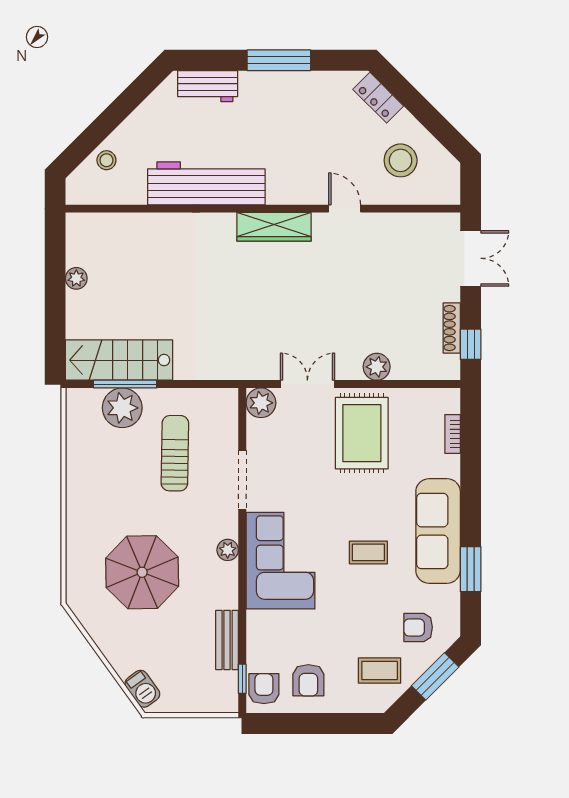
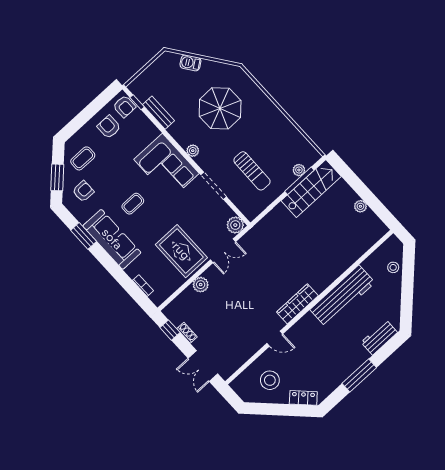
shoe rack: (452, 328) -> (187, 333), width x0.70
plant: (122, 408) -> (299, 170), width x0.53, depth x0.53
barbecue: (142, 689) -> (190, 63), moved

